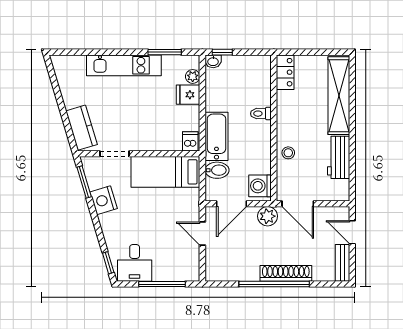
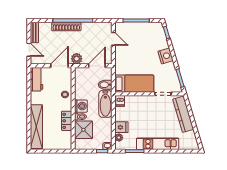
locker: (285, 72) -> (67, 121), moved
shower: (255, 90) -> (83, 130), added
kitchen counter: (81, 128) -> (183, 114), width x1.50
workbench: (339, 157) -> (37, 79), moved
washing machine: (260, 186) -> (81, 106), moved
nightstand: (104, 200) -> (166, 56), moved
door: (298, 204) -> (60, 66), hinge flipped
door: (202, 233) -> (113, 39), moved
desk: (135, 263) -> (152, 32), removed

